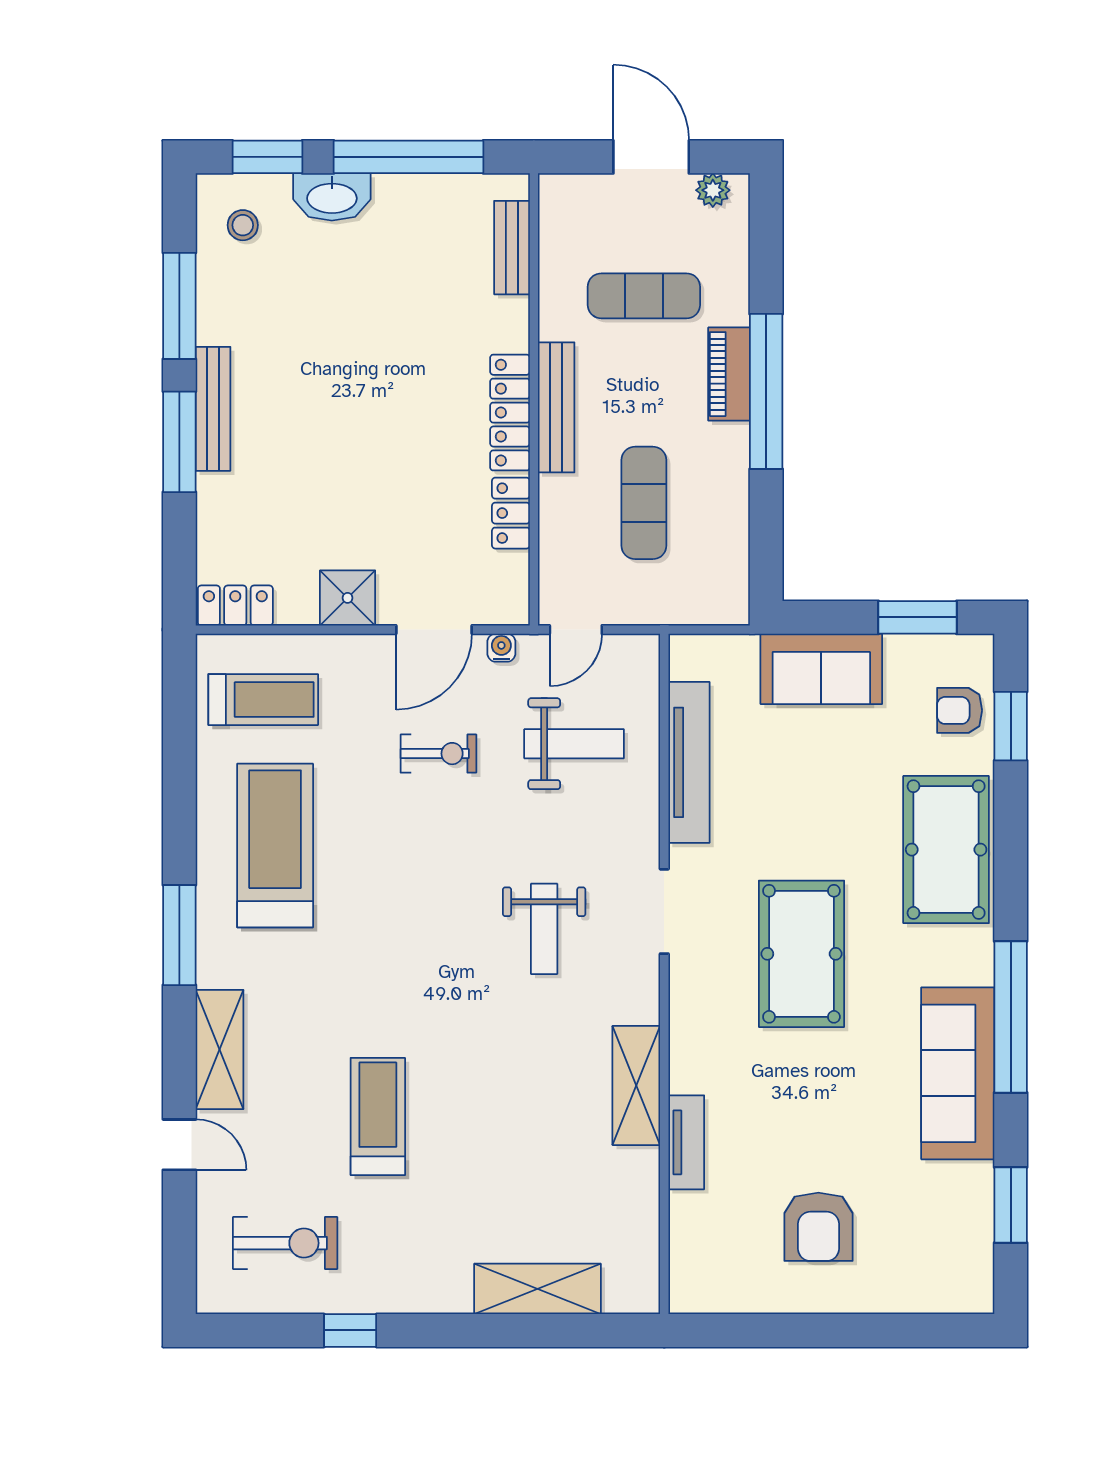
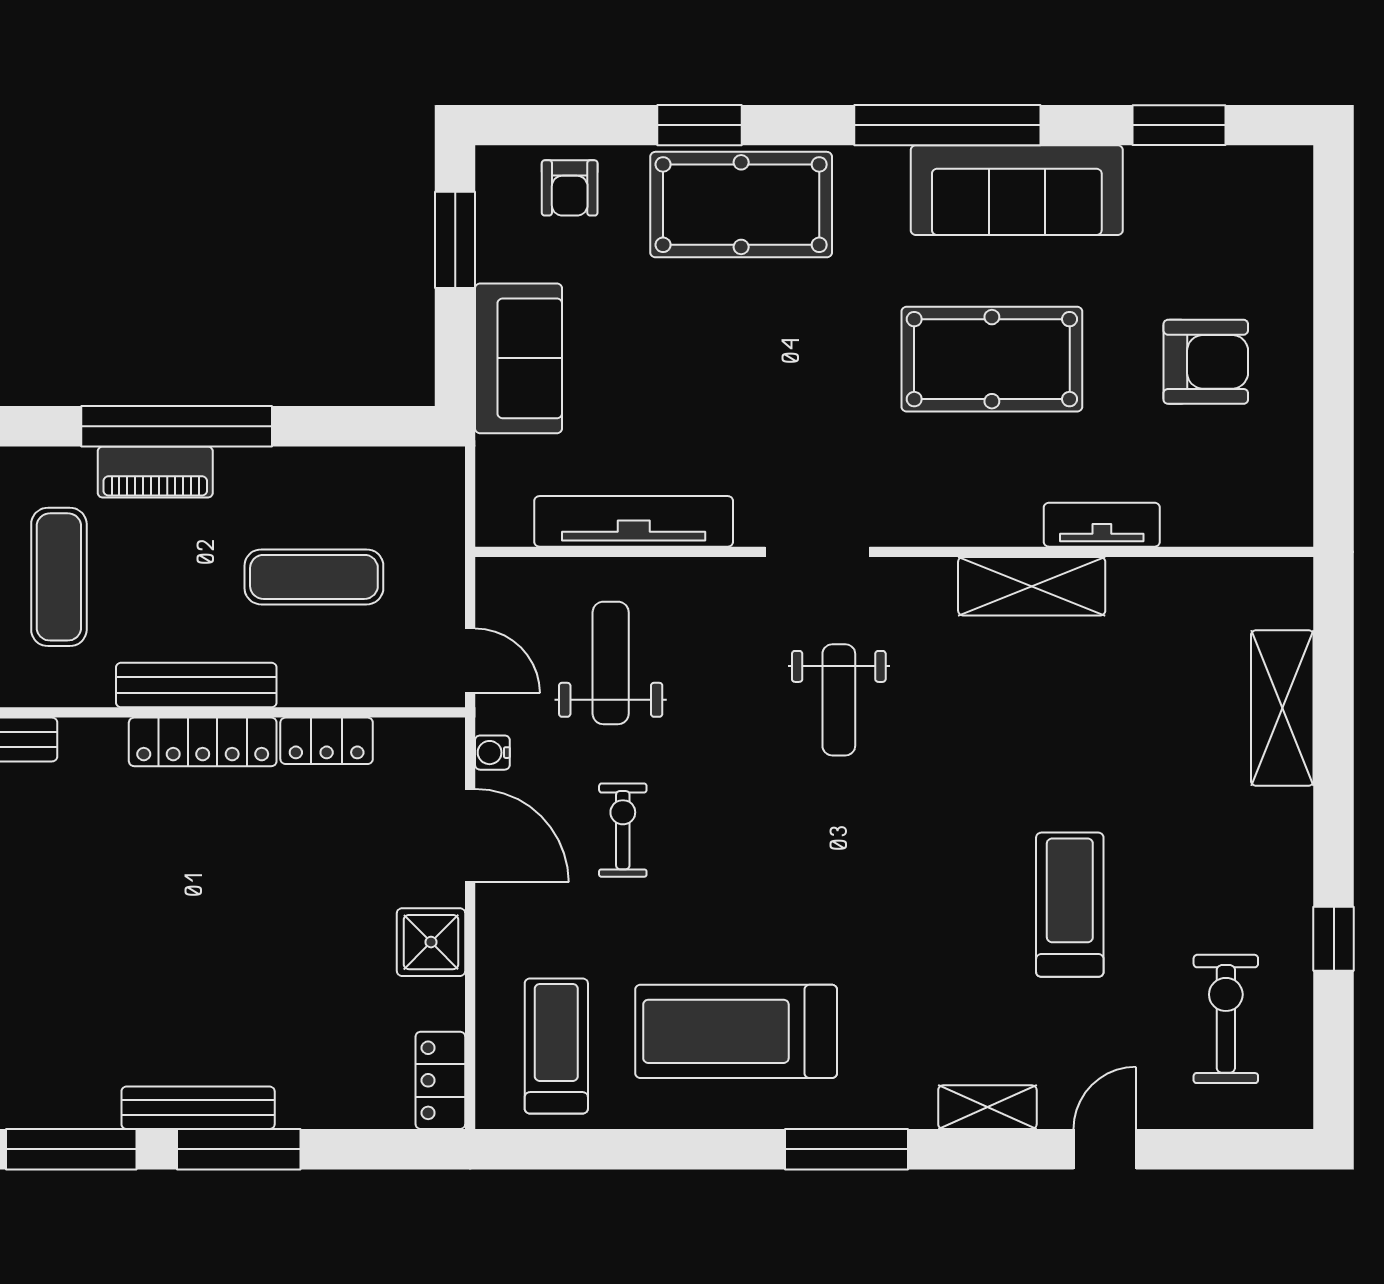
window: (1011, 726) -> (700, 125), moved
weight bench: (544, 929) -> (839, 700), turned 90
pool table: (801, 954) -> (992, 359), moved
shelving: (220, 1050) -> (987, 1107), width x0.67, depth x0.75
treadmill: (378, 1116) -> (1070, 905), turned 90

